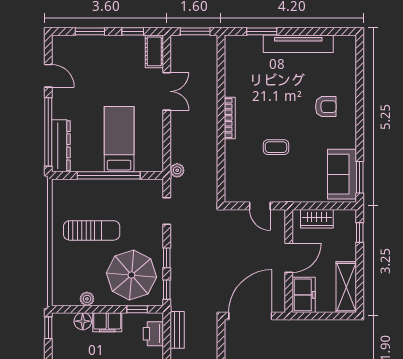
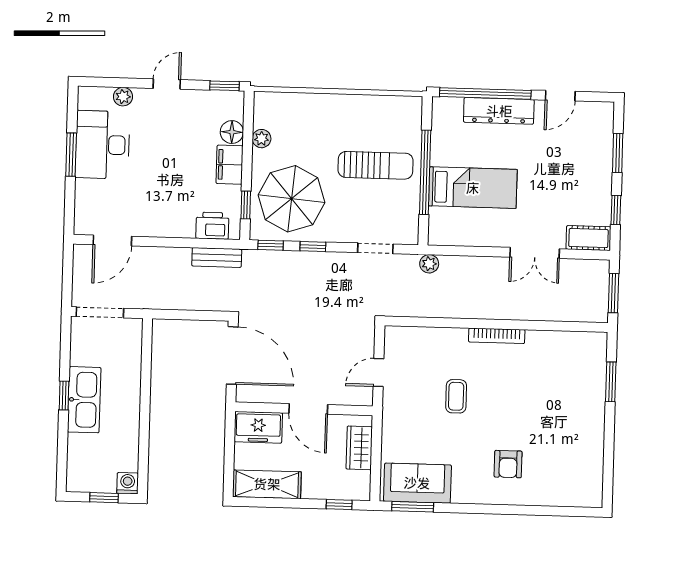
tv unit: (298, 44) -> (593, 430), removed
dresser: (61, 146) -> (499, 111), moved
sun lounger: (92, 230) -> (376, 165), moved, turned -90

